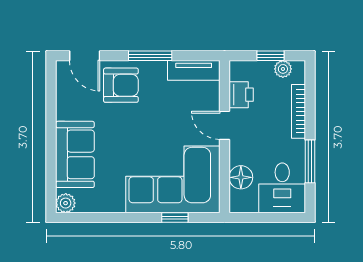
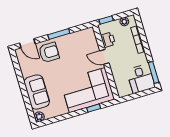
window: (270, 56) -> (106, 20), moved
tv unit: (194, 70) -> (82, 35), removed
window: (310, 161) -> (154, 72), moved
floor lamp: (241, 177) -> (120, 79), removed

